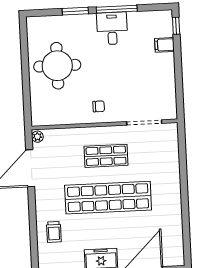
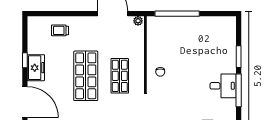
round table: (57, 66) -> (195, 40), removed
window: (26, 89) -> (177, 14), added
shop shelf: (108, 198) -> (86, 76), width x0.71

